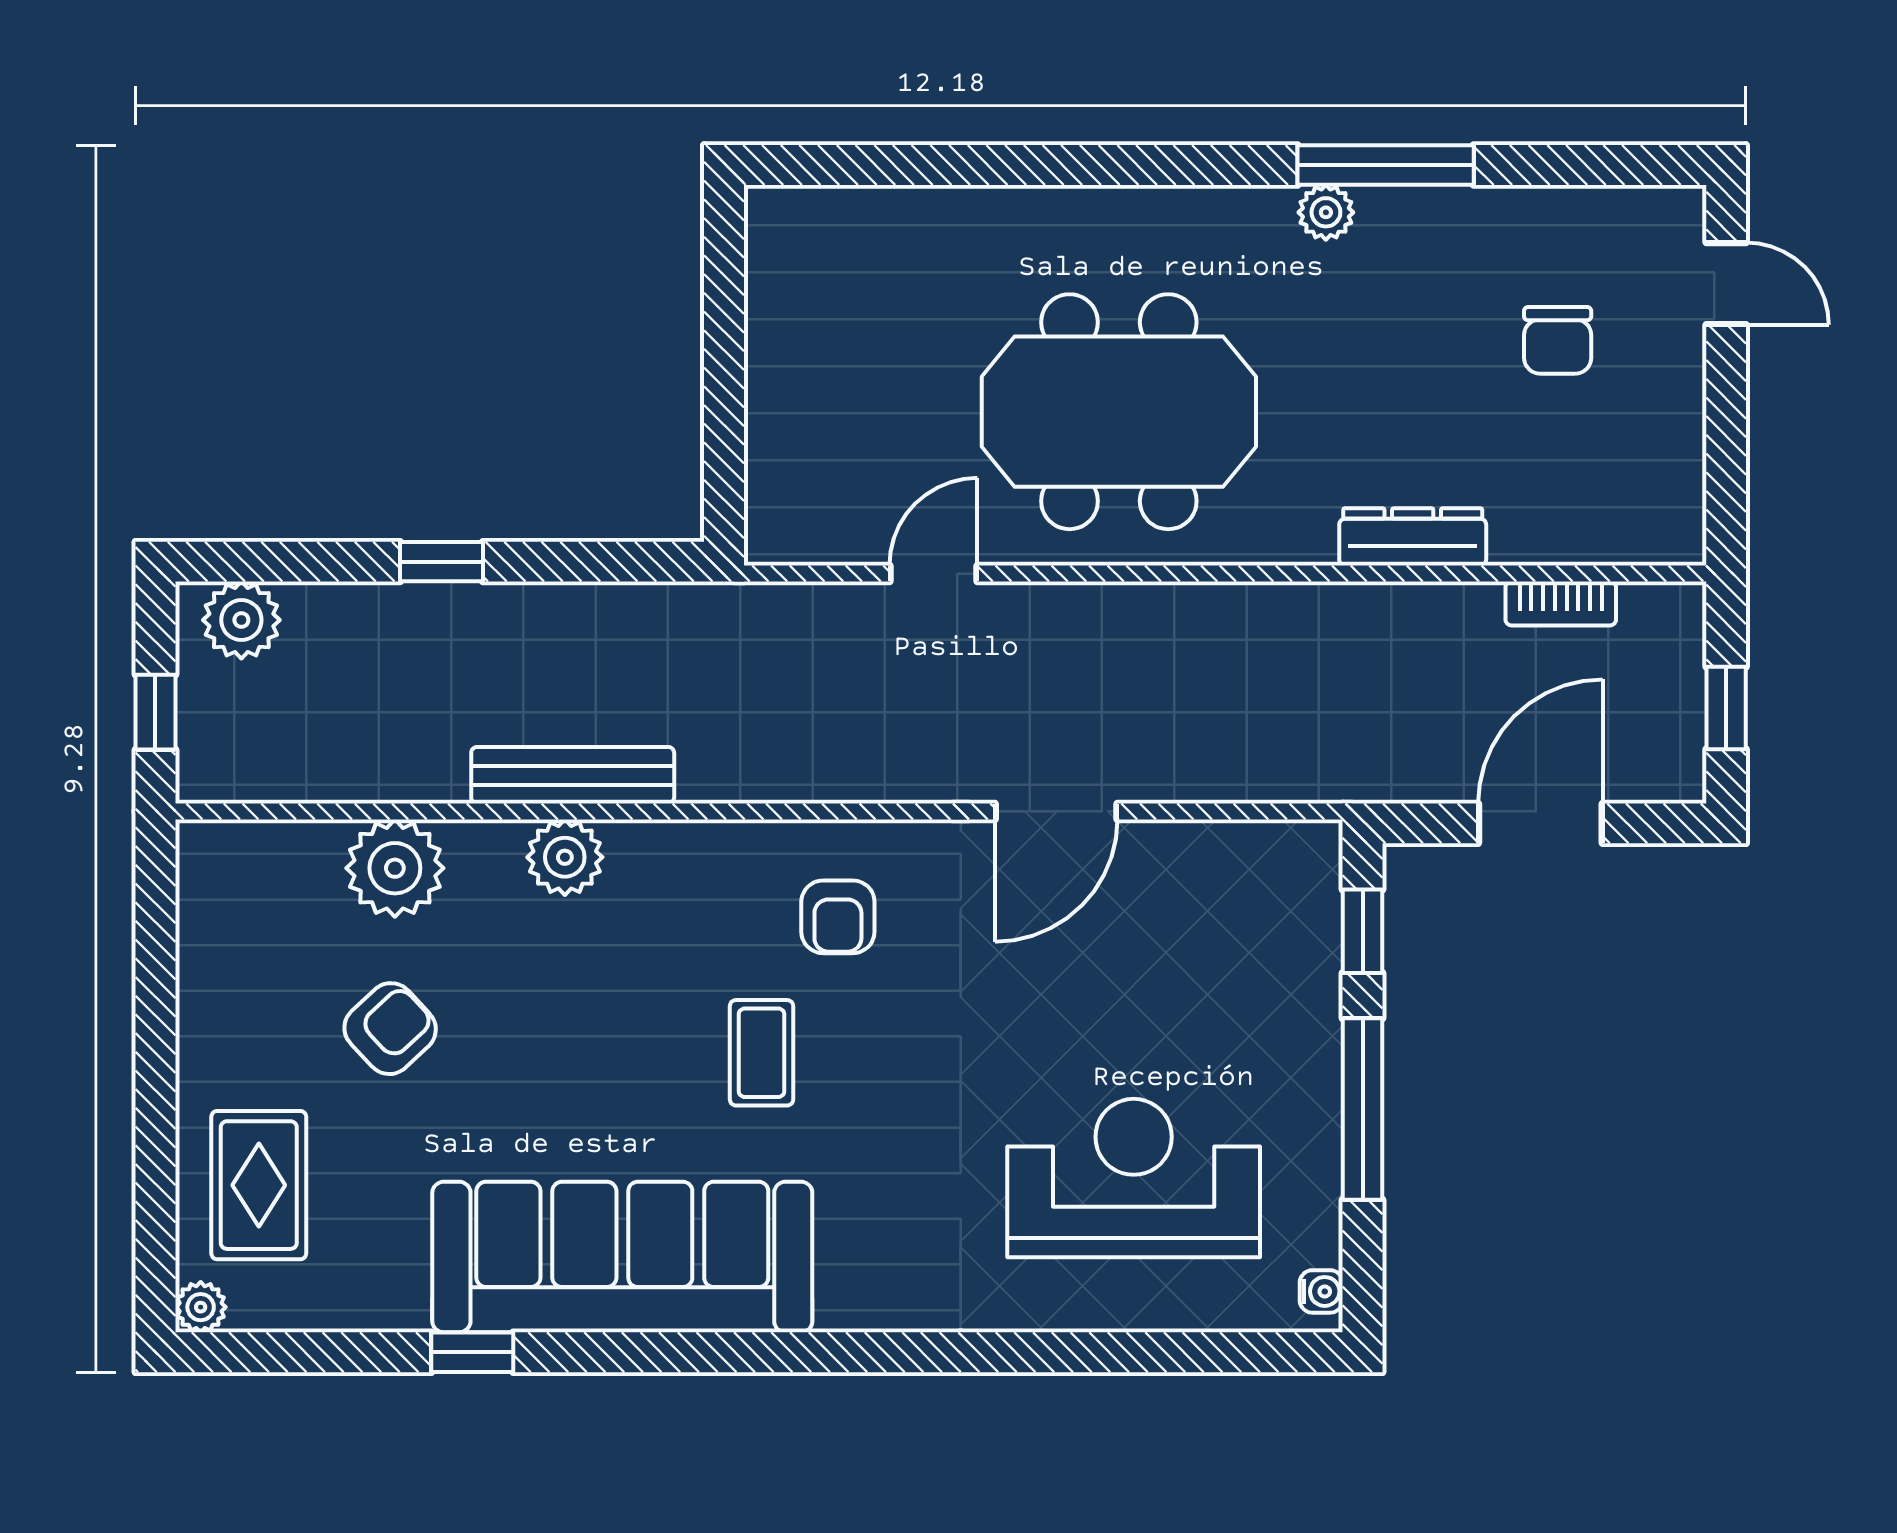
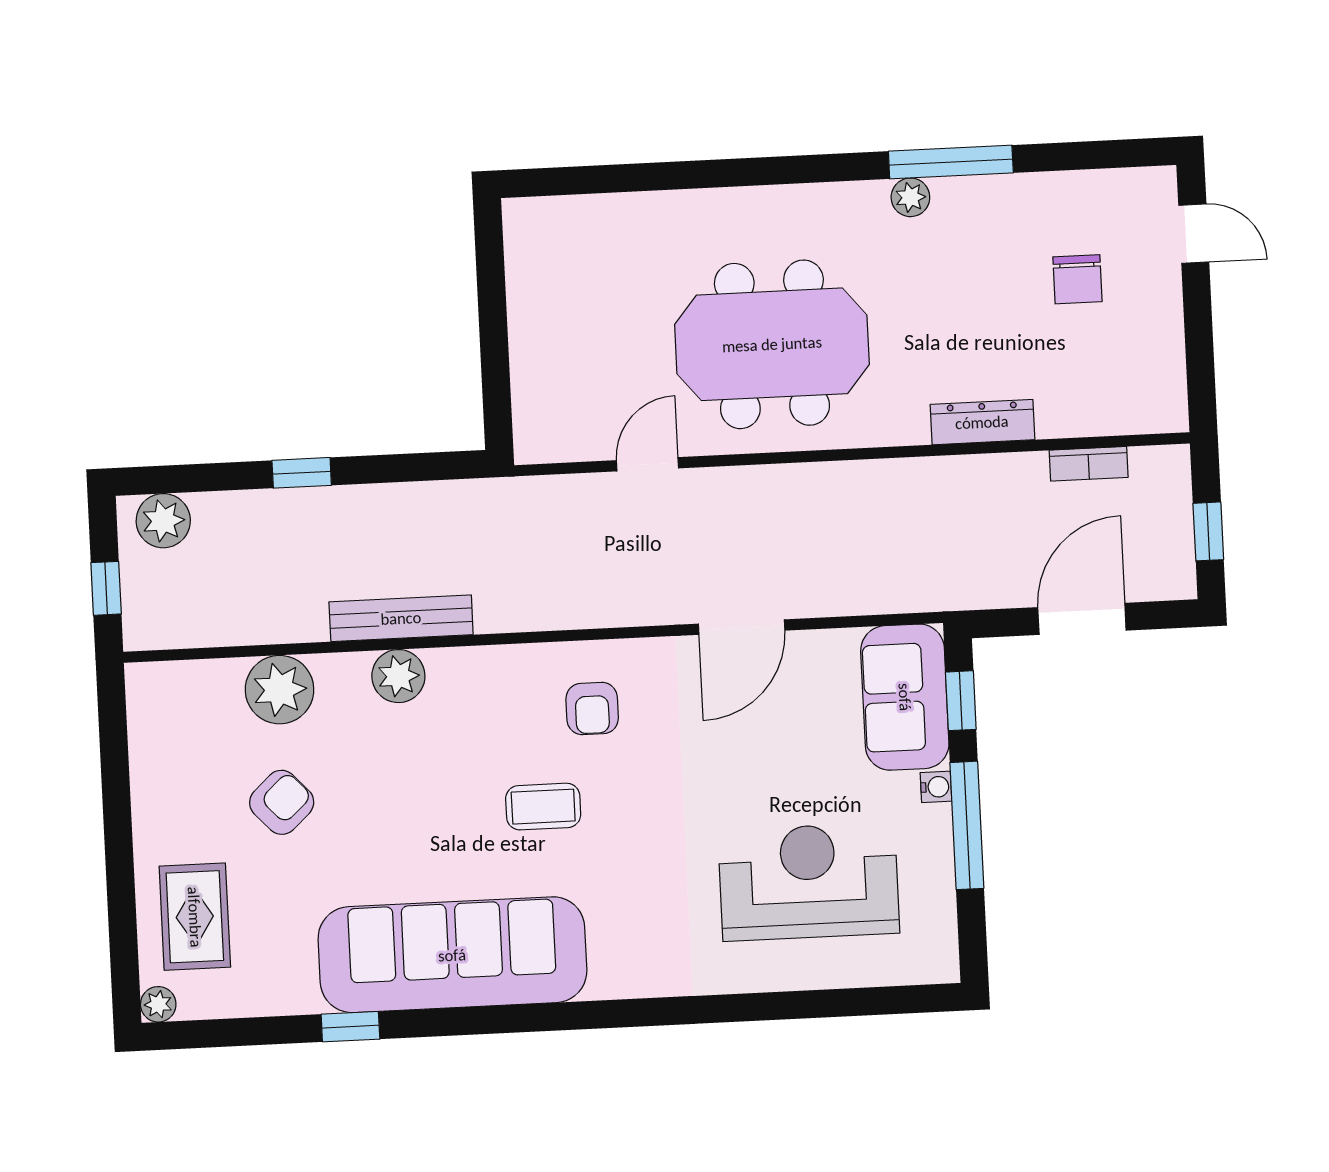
sofa: (1283, 922) -> (905, 697), added
coffee table: (762, 1053) -> (543, 807), turned 90
water cooler: (1321, 1291) -> (936, 787), moved

